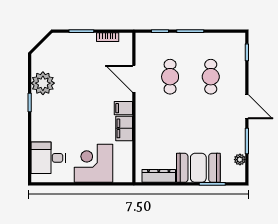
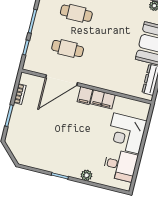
door: (134, 79) -> (62, 80), width x1.36
plant: (43, 83) -> (86, 175), moved, width x0.53, depth x0.53
desk: (48, 158) -> (120, 165), moved, turned -90

